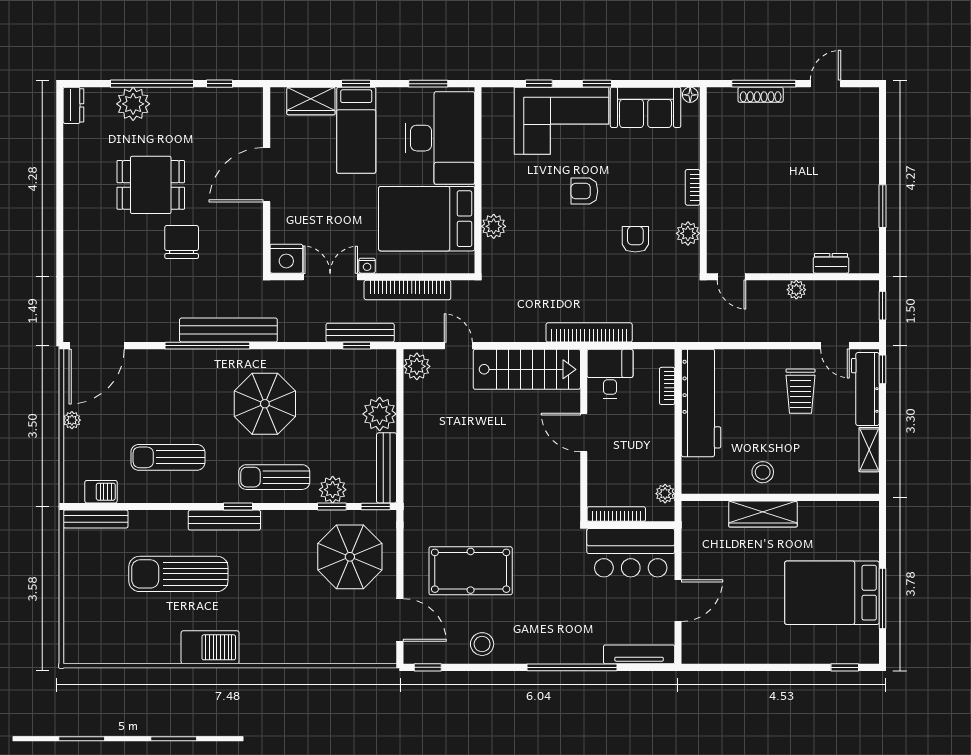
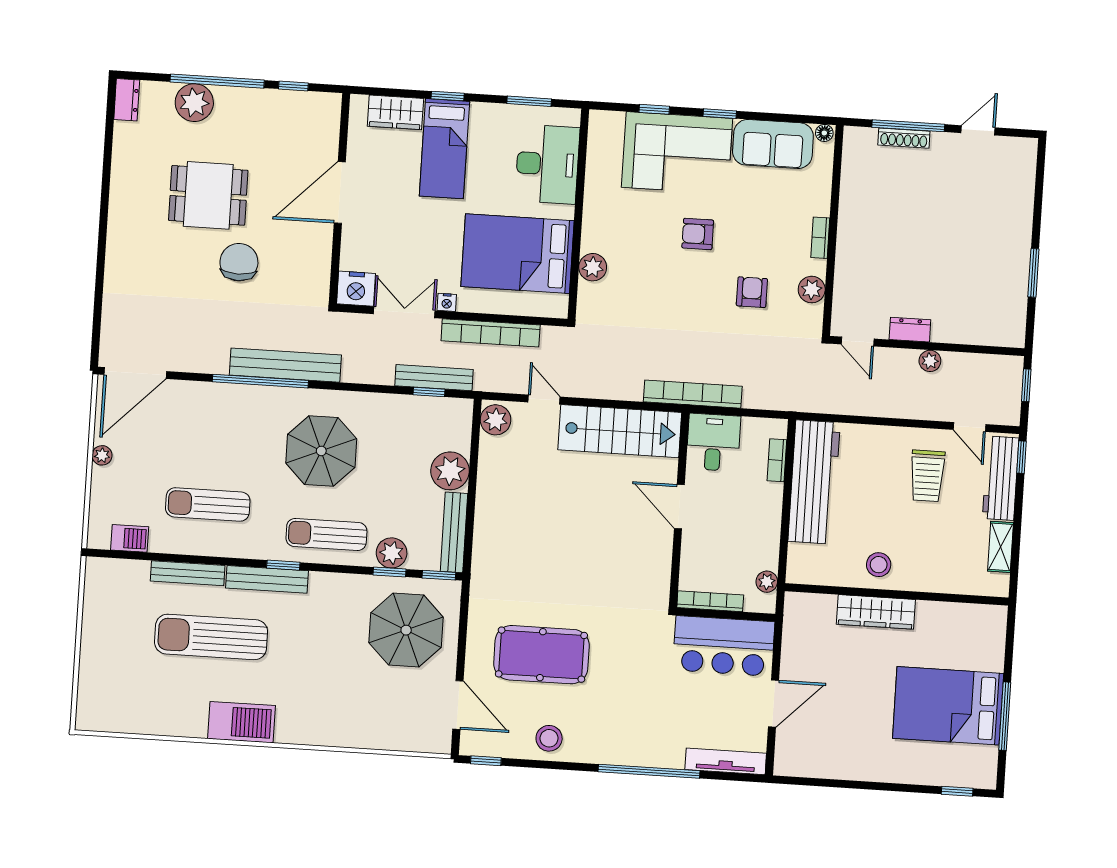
desk: (440, 138) -> (547, 164), width x0.73, depth x0.77
dresser: (831, 263) -> (910, 330), moved
bench: (96, 519) -> (188, 573), moved

